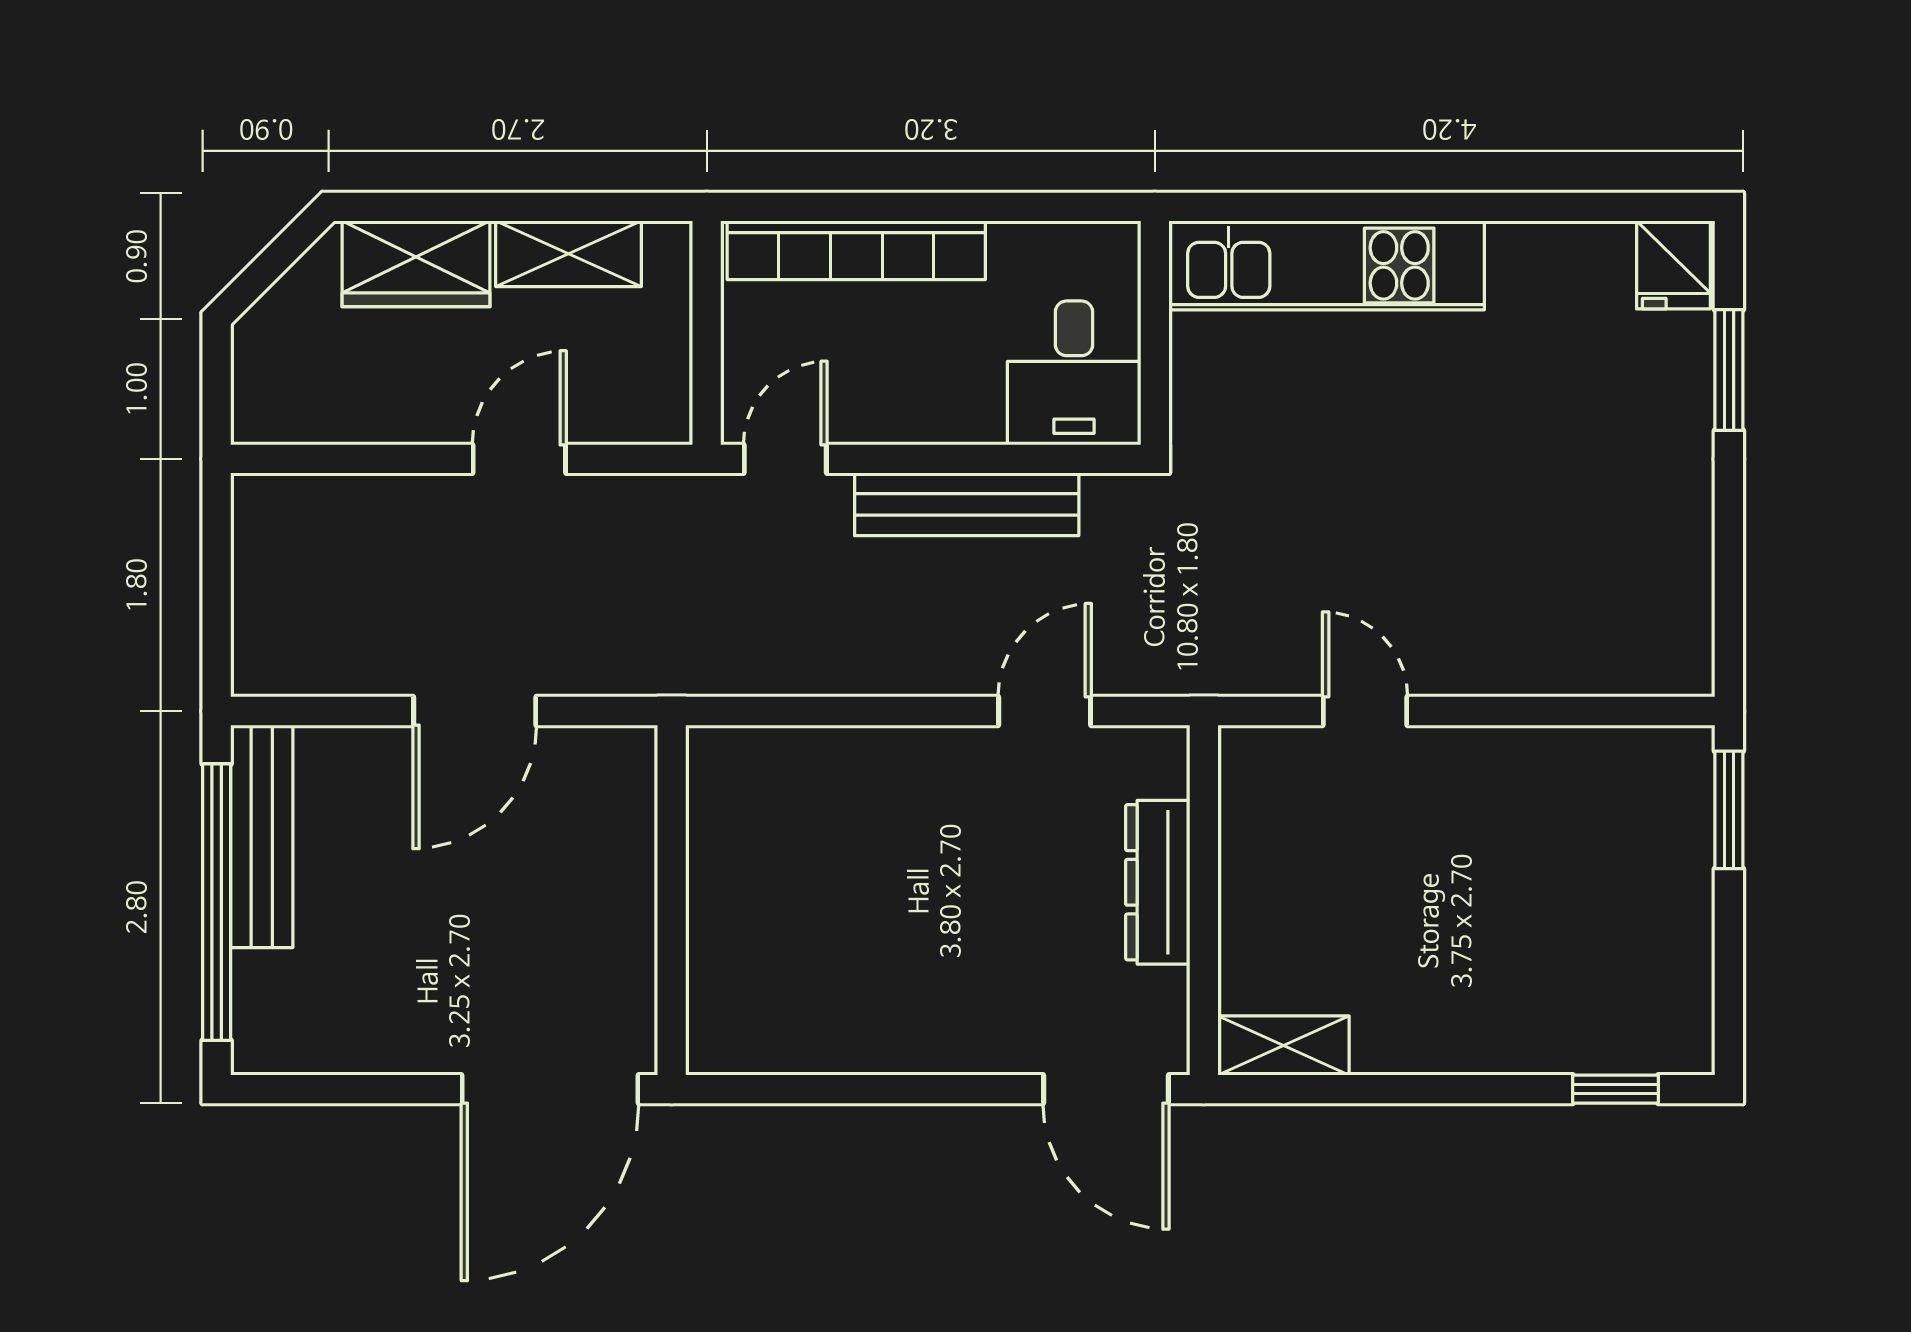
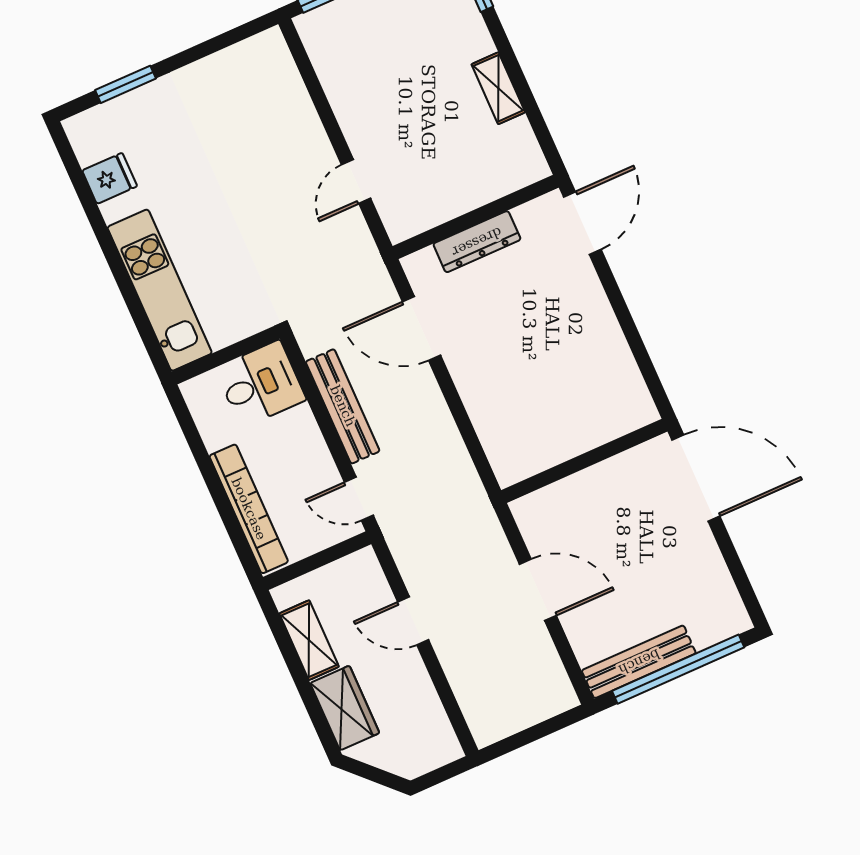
fridge: (1673, 265) -> (110, 178), moved
door: (1045, 711) -> (421, 328), width x1.38
shelving: (1283, 1046) -> (498, 88), moved

